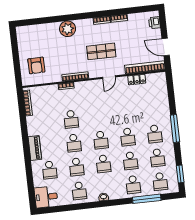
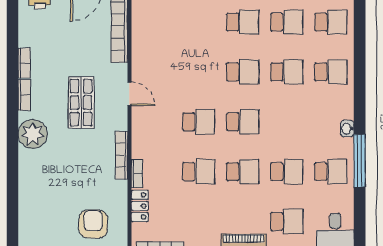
plant: (68, 29) -> (33, 134), moved
armchair: (36, 65) -> (93, 224), turned -89
locker: (137, 80) -> (140, 206), moved
school desk: (104, 164) -> (199, 122), moved
window: (147, 199) -> (360, 161), moved

